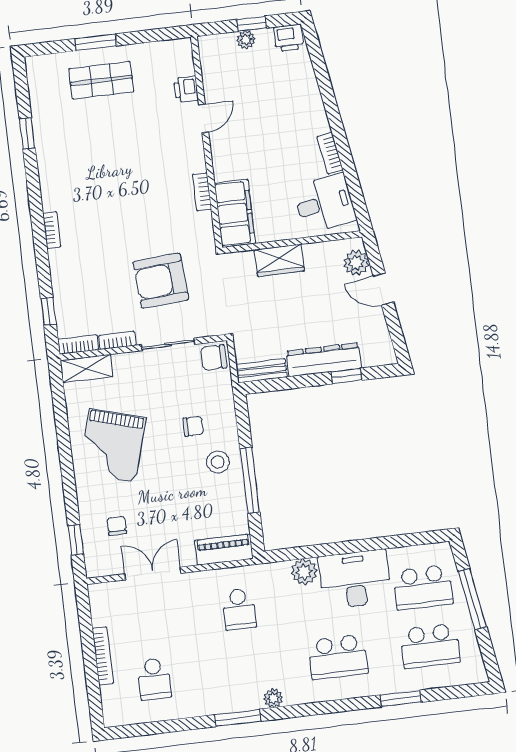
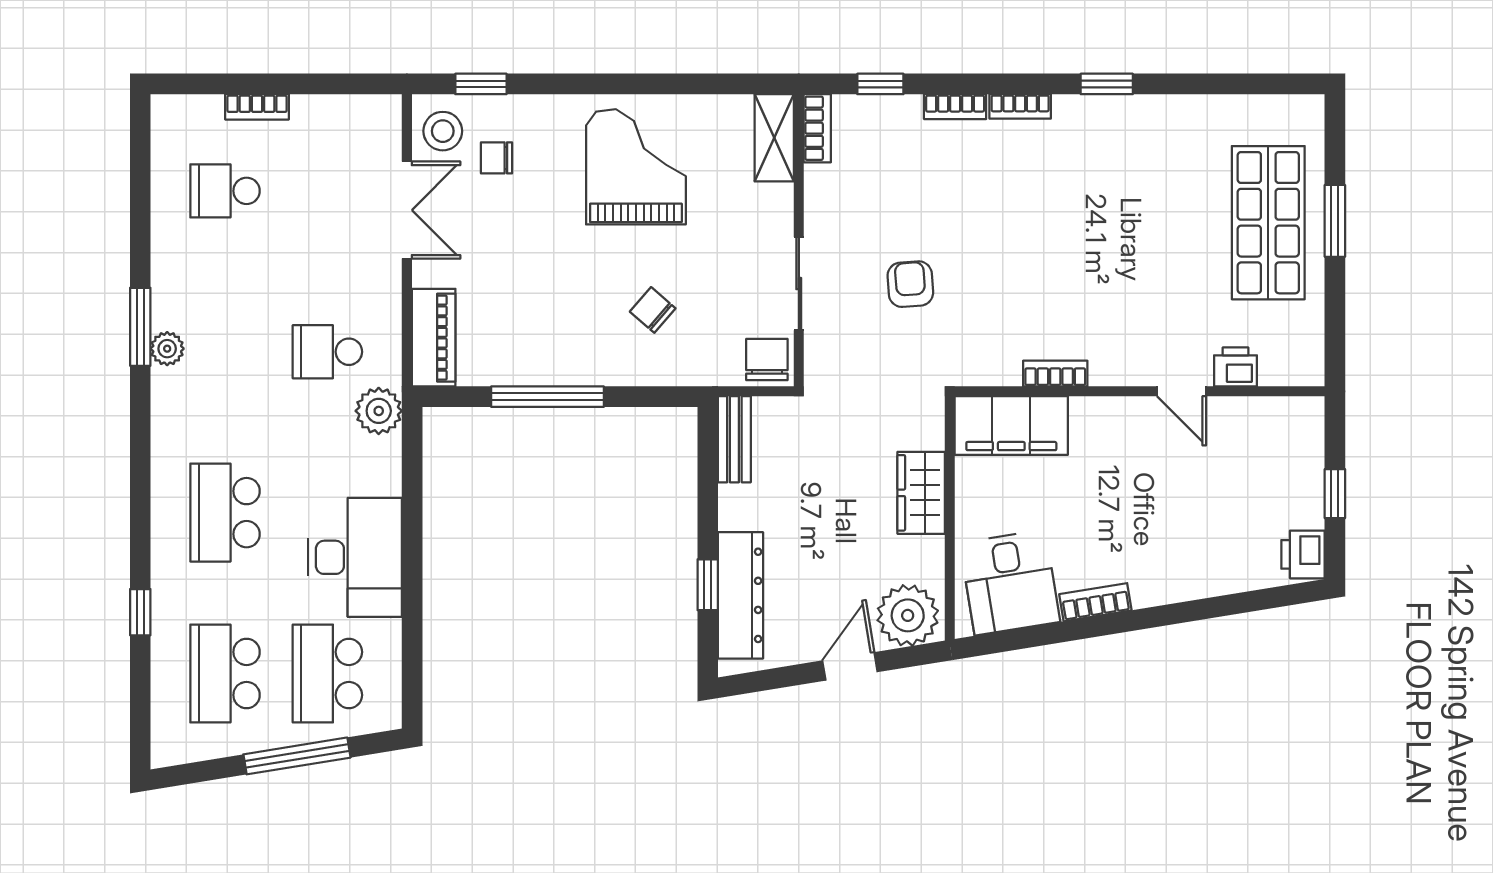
plant: (246, 40) -> (1309, 481), removed
shop shelf: (101, 80) -> (1268, 223), width x1.43, depth x1.36
window: (27, 133) -> (1107, 84), moved
plant: (356, 263) -> (908, 615), width x1.36, depth x1.36
armchair: (161, 281) -> (910, 284), width x0.53, depth x0.53
bookcase: (117, 340) -> (955, 107), moved, turned 90
dresser: (324, 360) -> (741, 595), moved
chair: (193, 426) -> (653, 310), turned 131
grand piano: (112, 446) -> (636, 167), turned 74
stool: (218, 462) -> (443, 131), moved
chair: (117, 526) -> (497, 158), turned 180
plant: (304, 572) -> (379, 411), moved
bookcase: (103, 656) -> (257, 107), width x0.64
plant: (273, 698) -> (167, 349), moved
window: (401, 699) -> (140, 612), width x0.67

